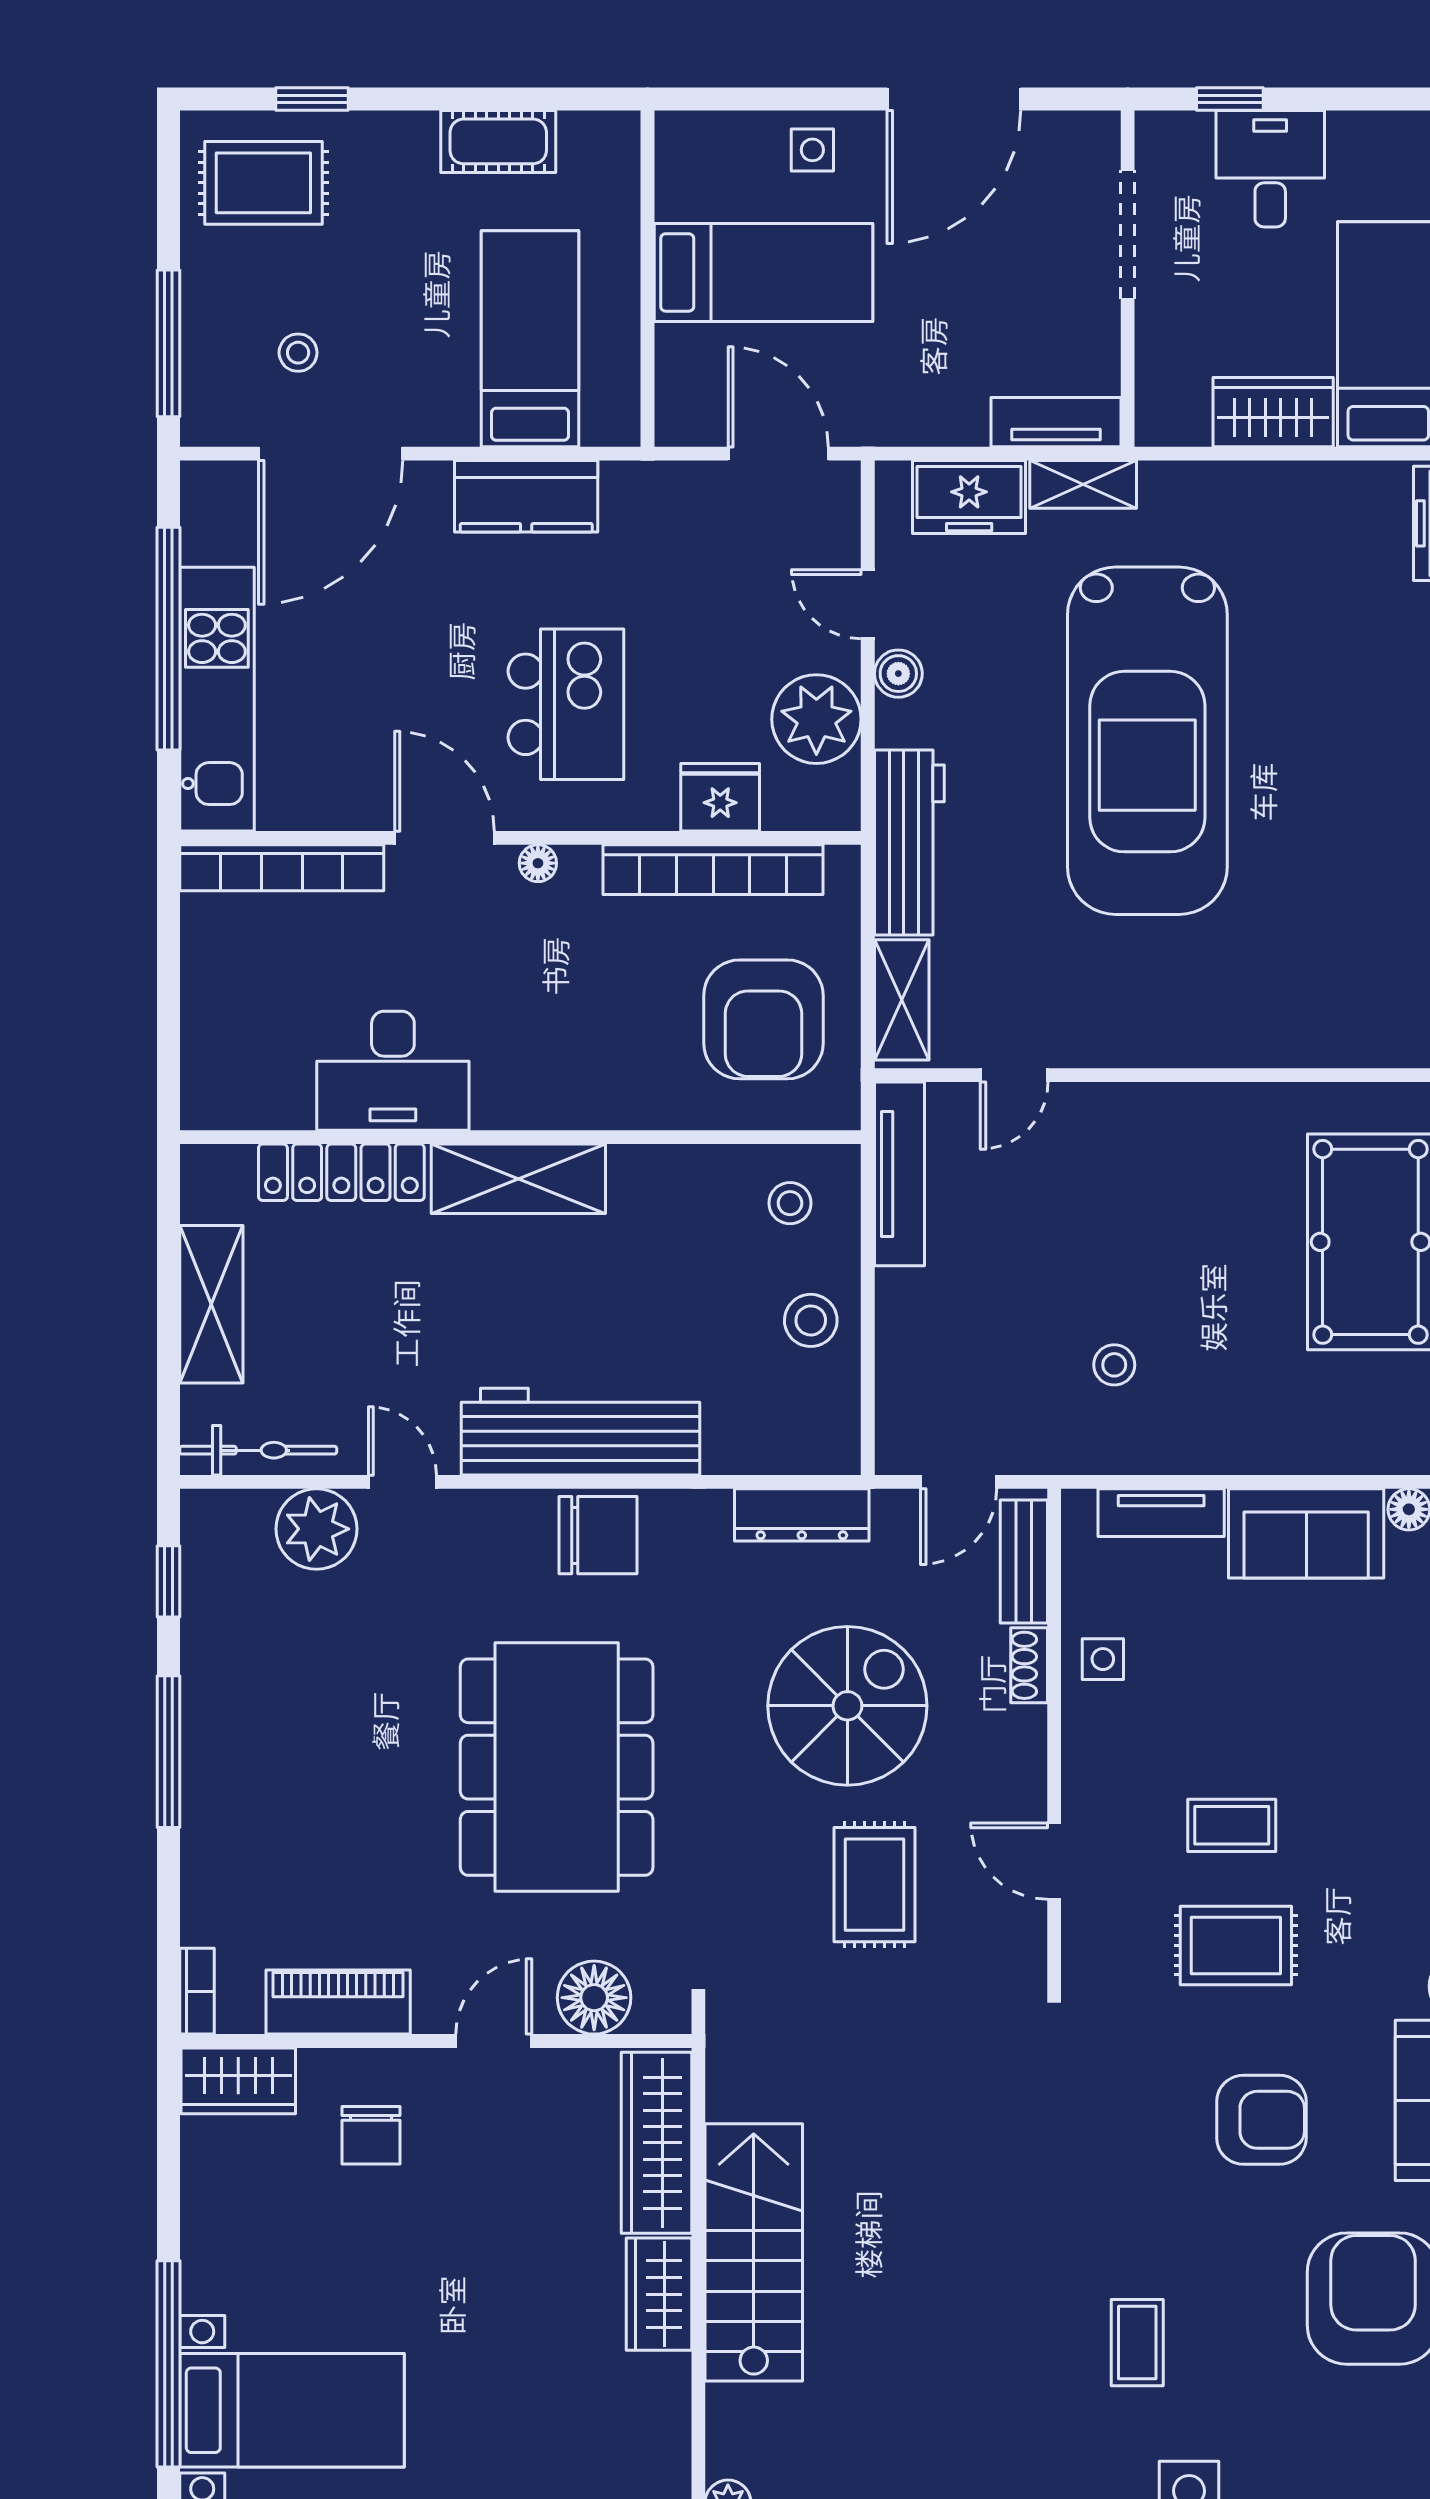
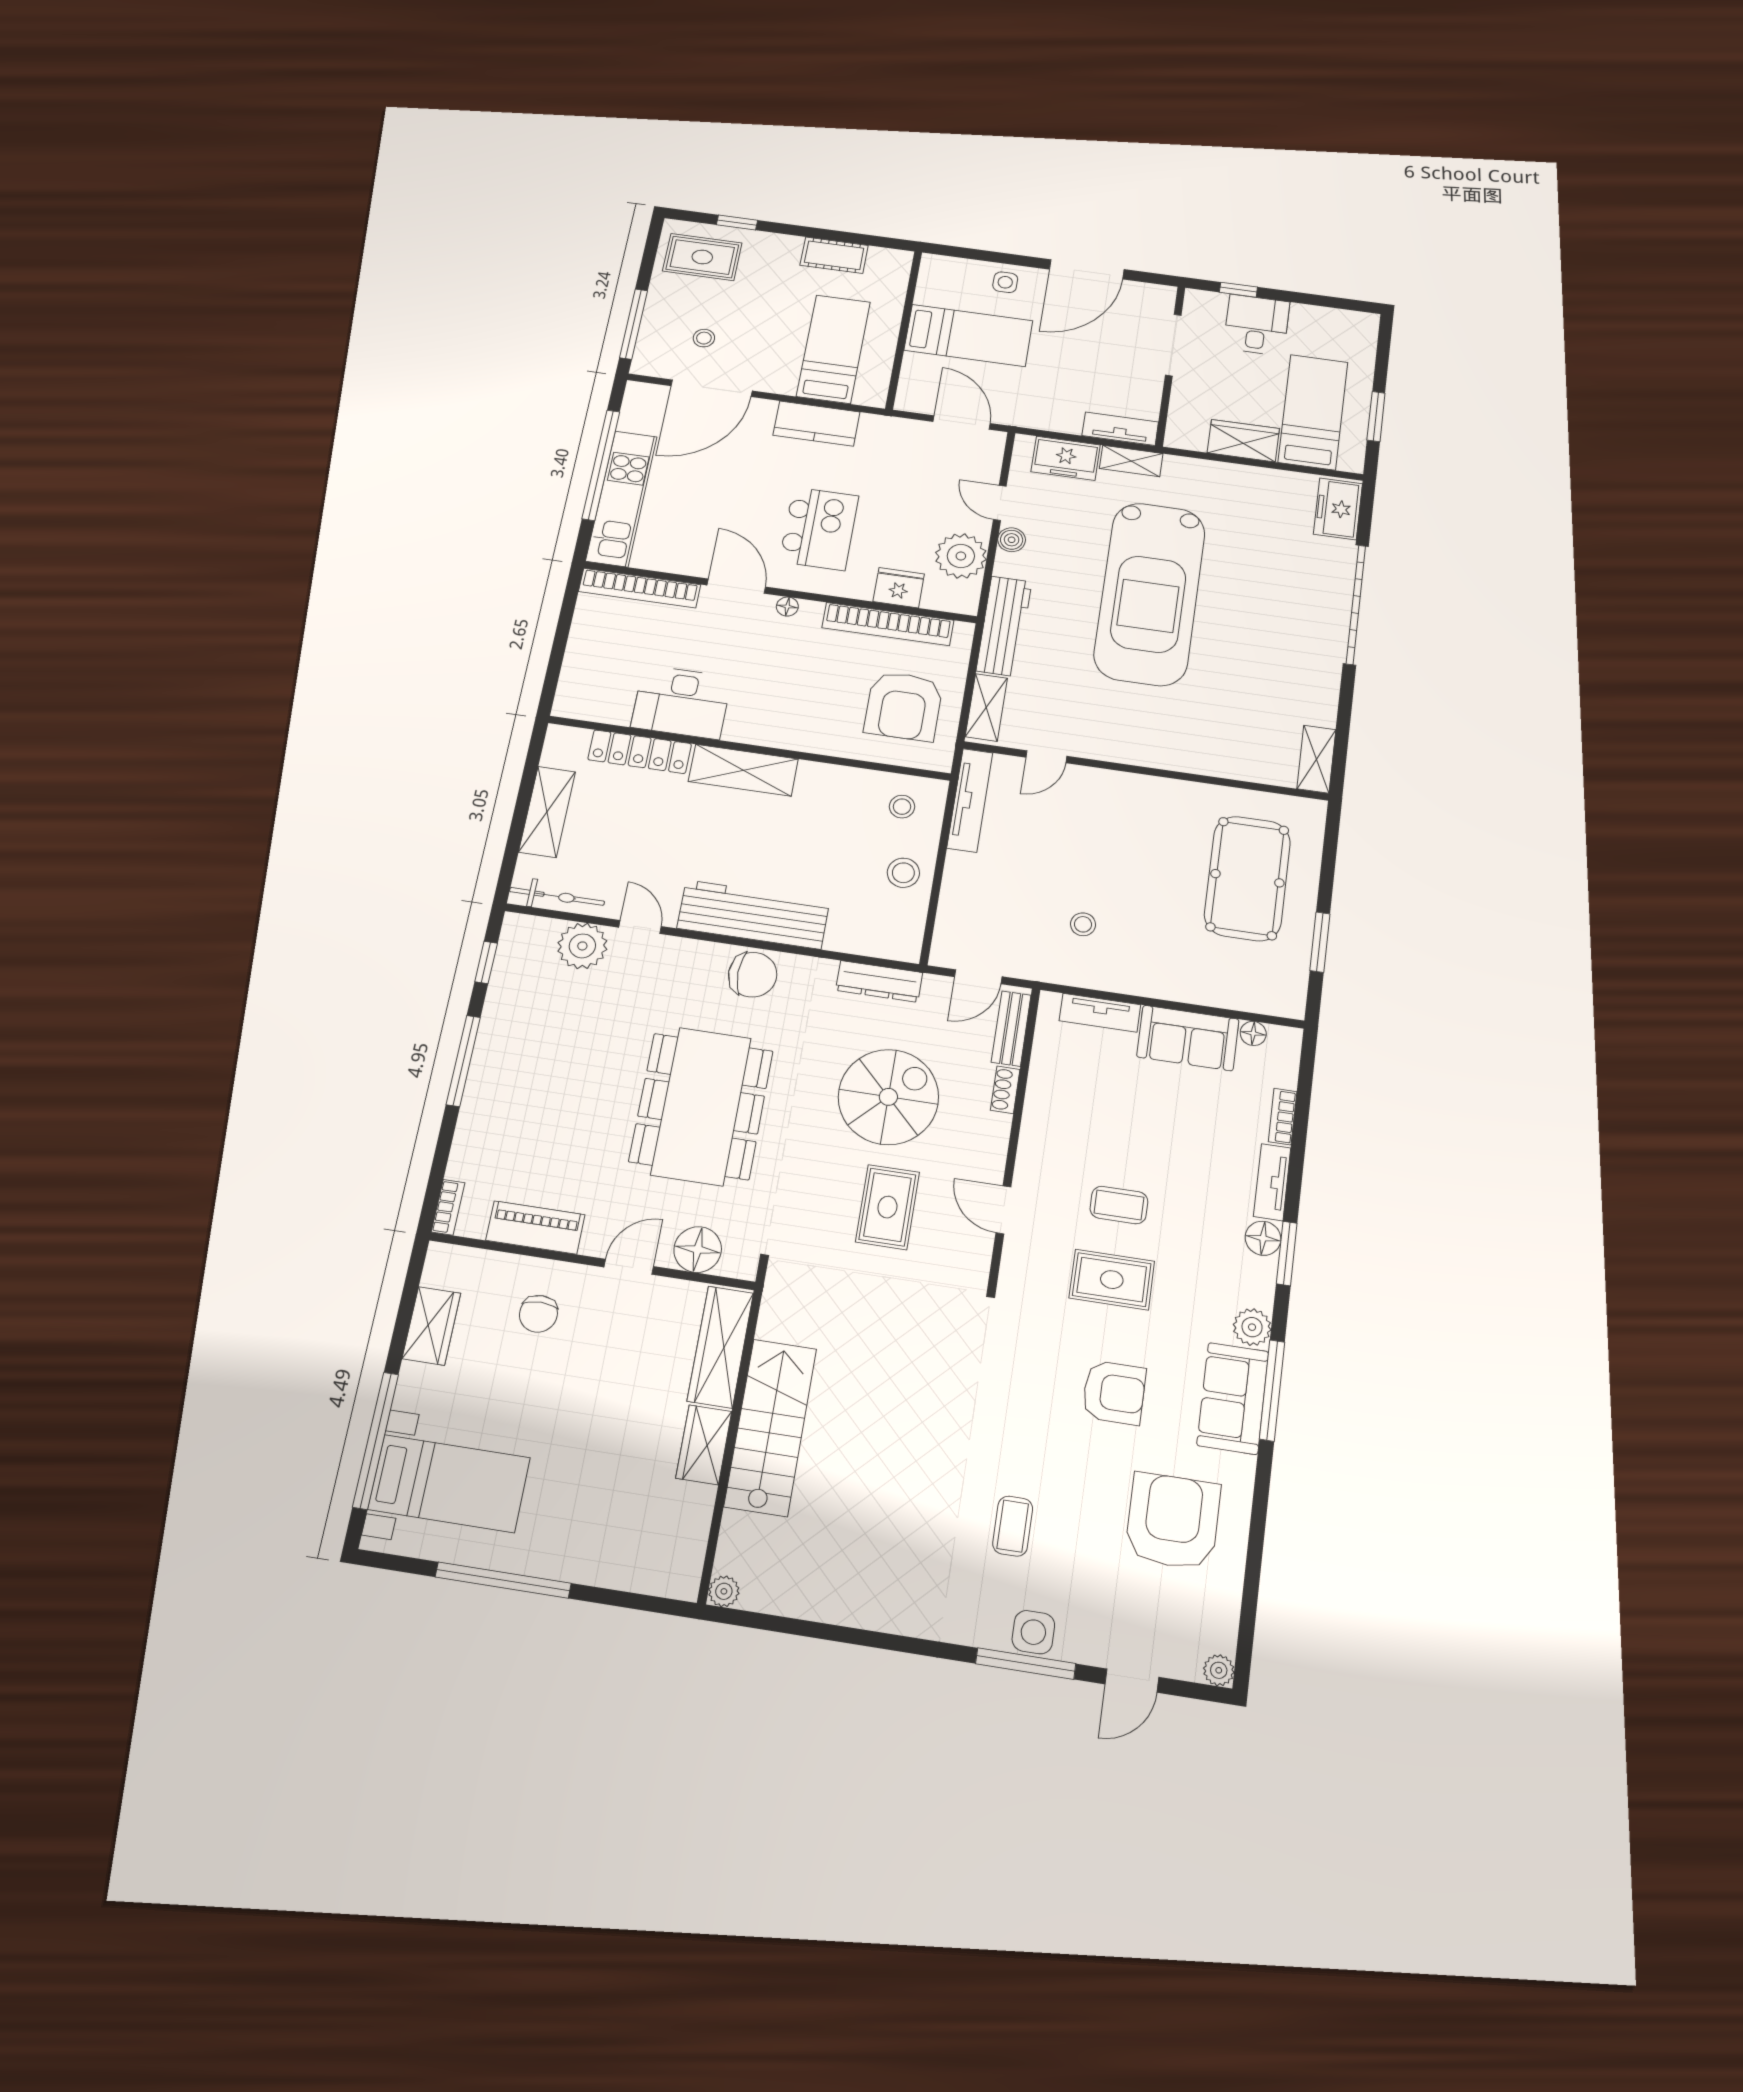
side table: (1103, 1659) -> (1052, 1093), removed
wardrobe: (238, 2081) -> (431, 1326), moved, turned -90

